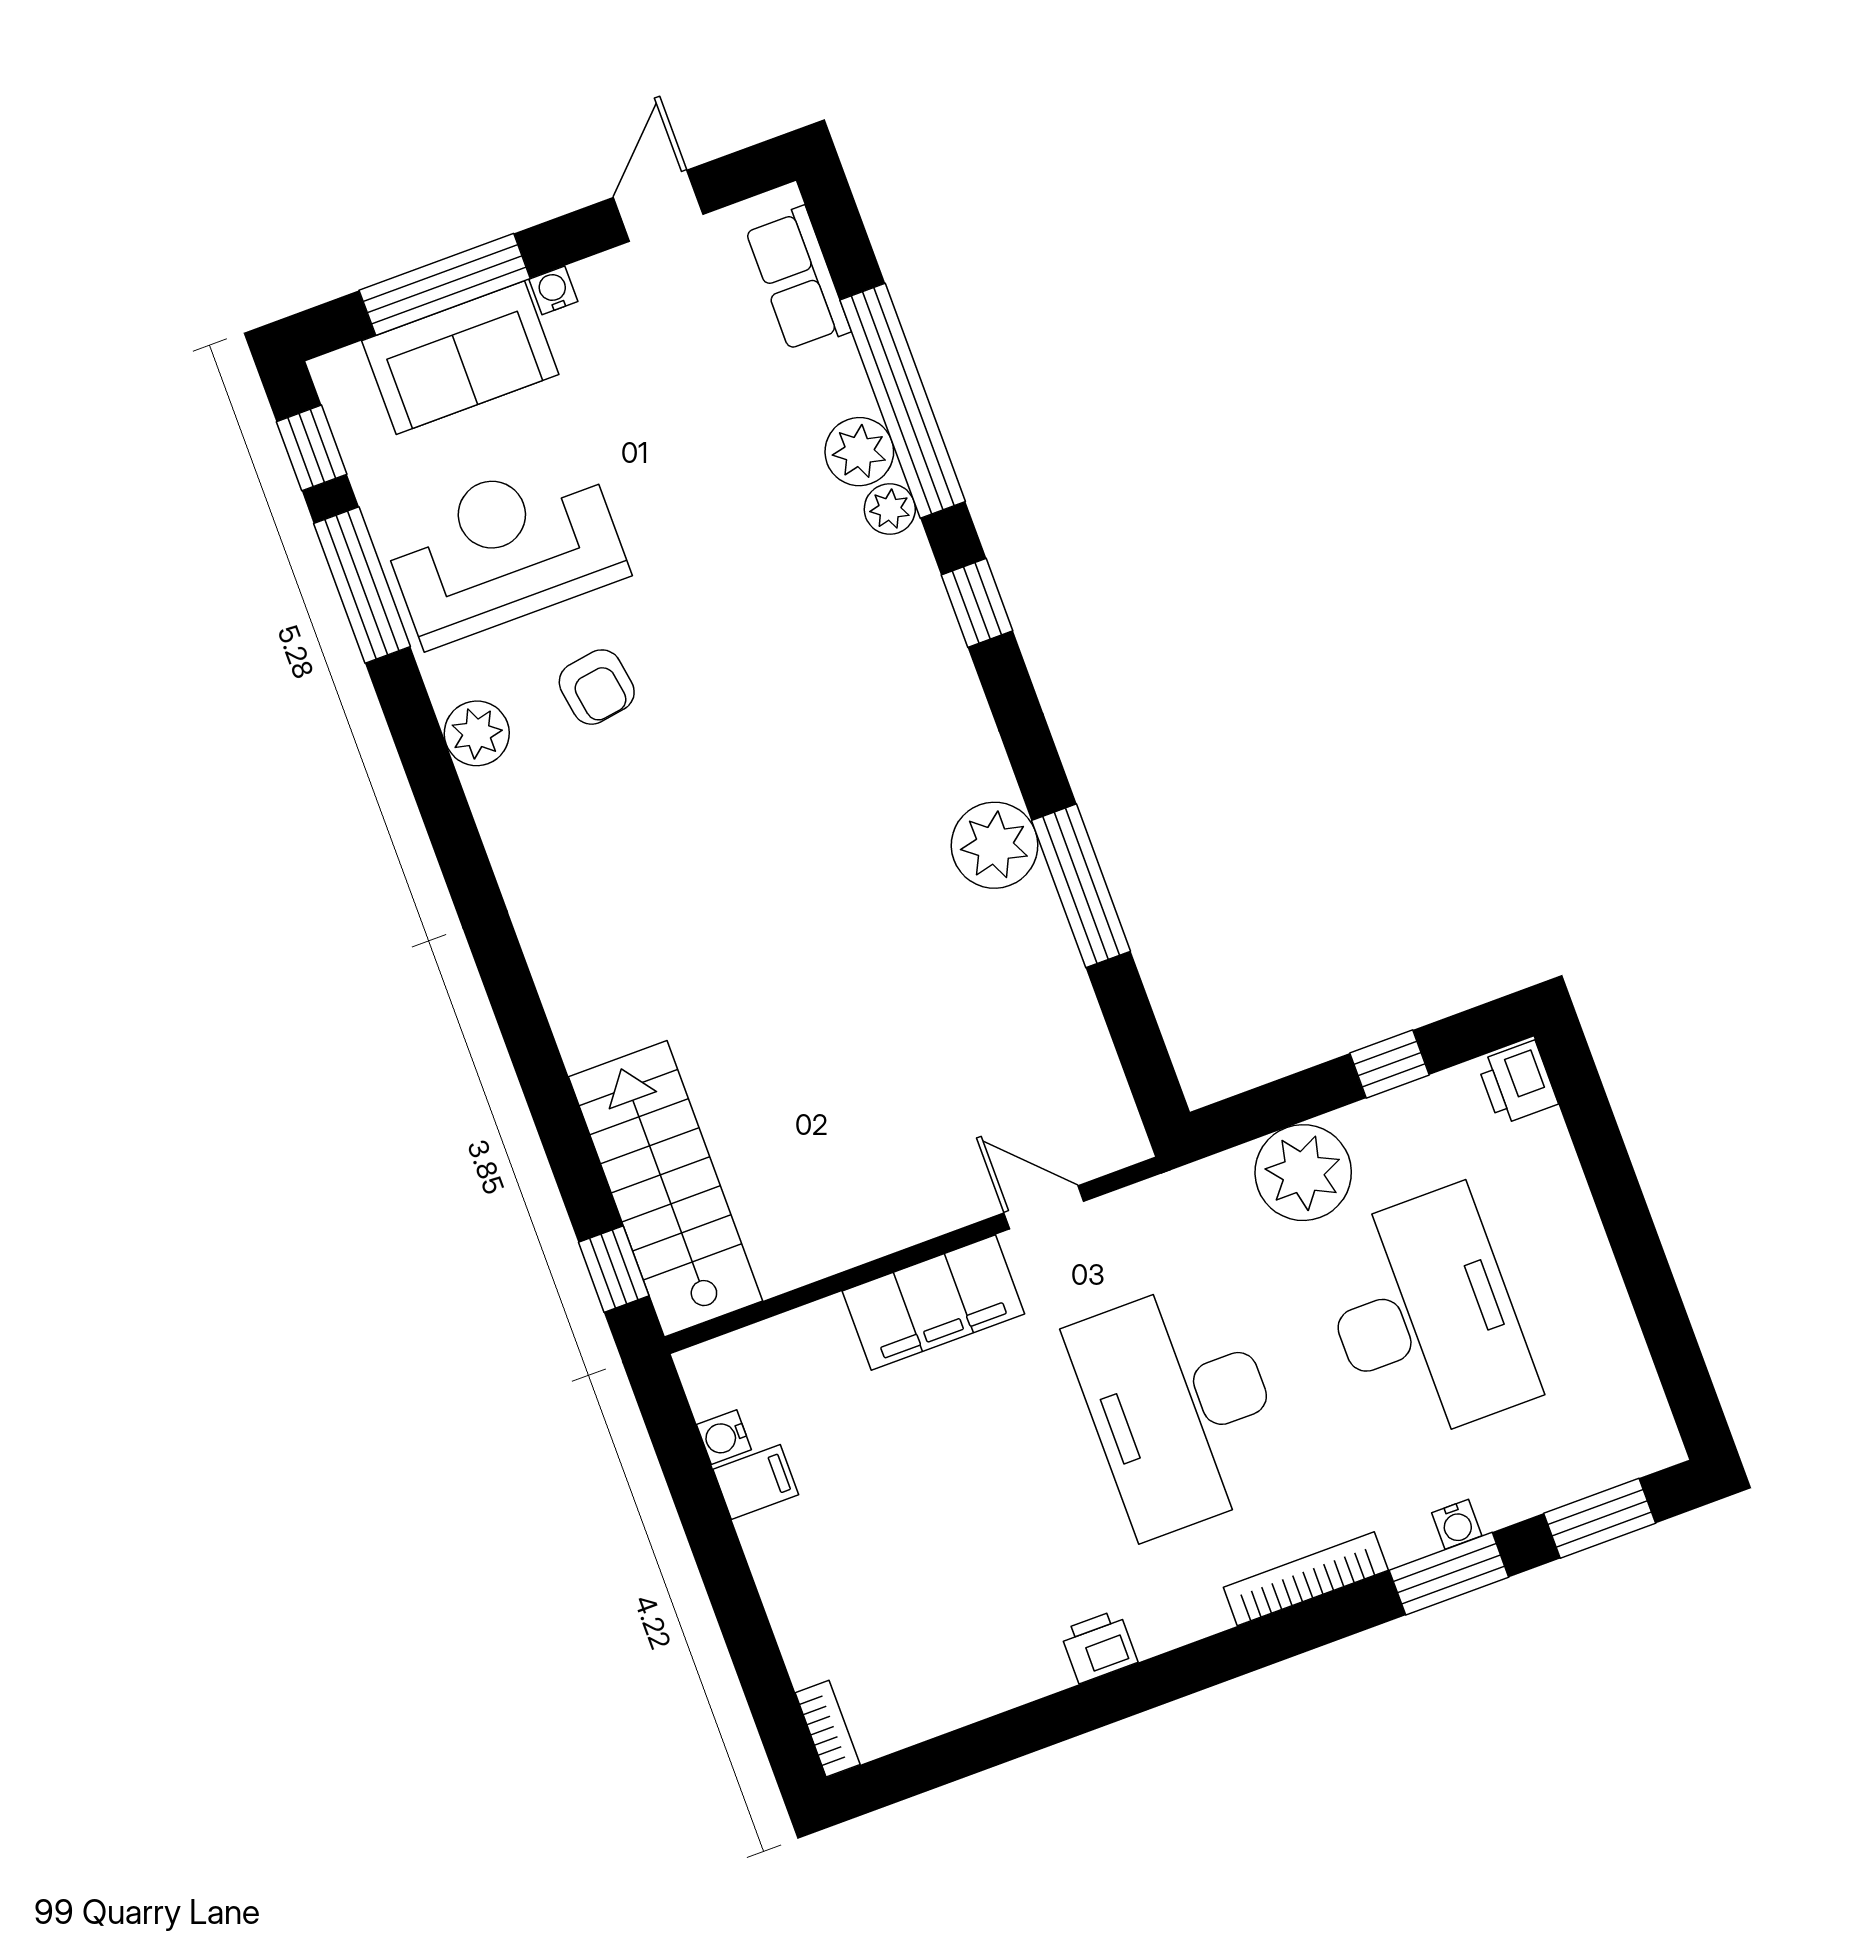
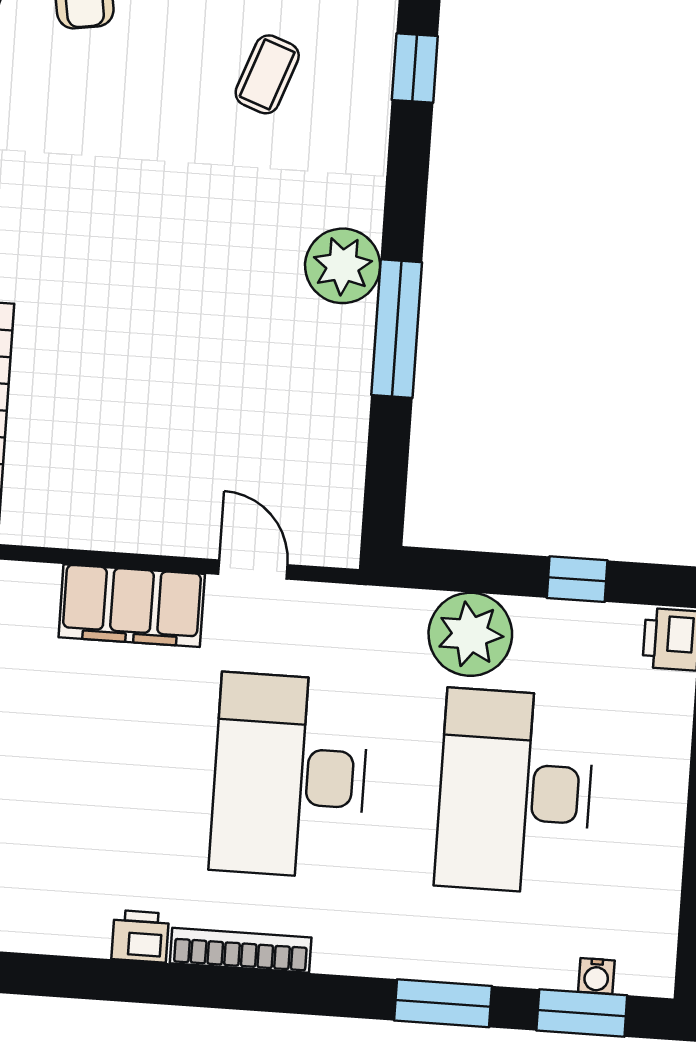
coffee table: (825, 679) -> (267, 74), added
desk: (1425, 1317) -> (515, 792), turned 180
water cooler: (1457, 1524) -> (596, 976), moved
bookcase: (1306, 1579) -> (241, 950), moved

